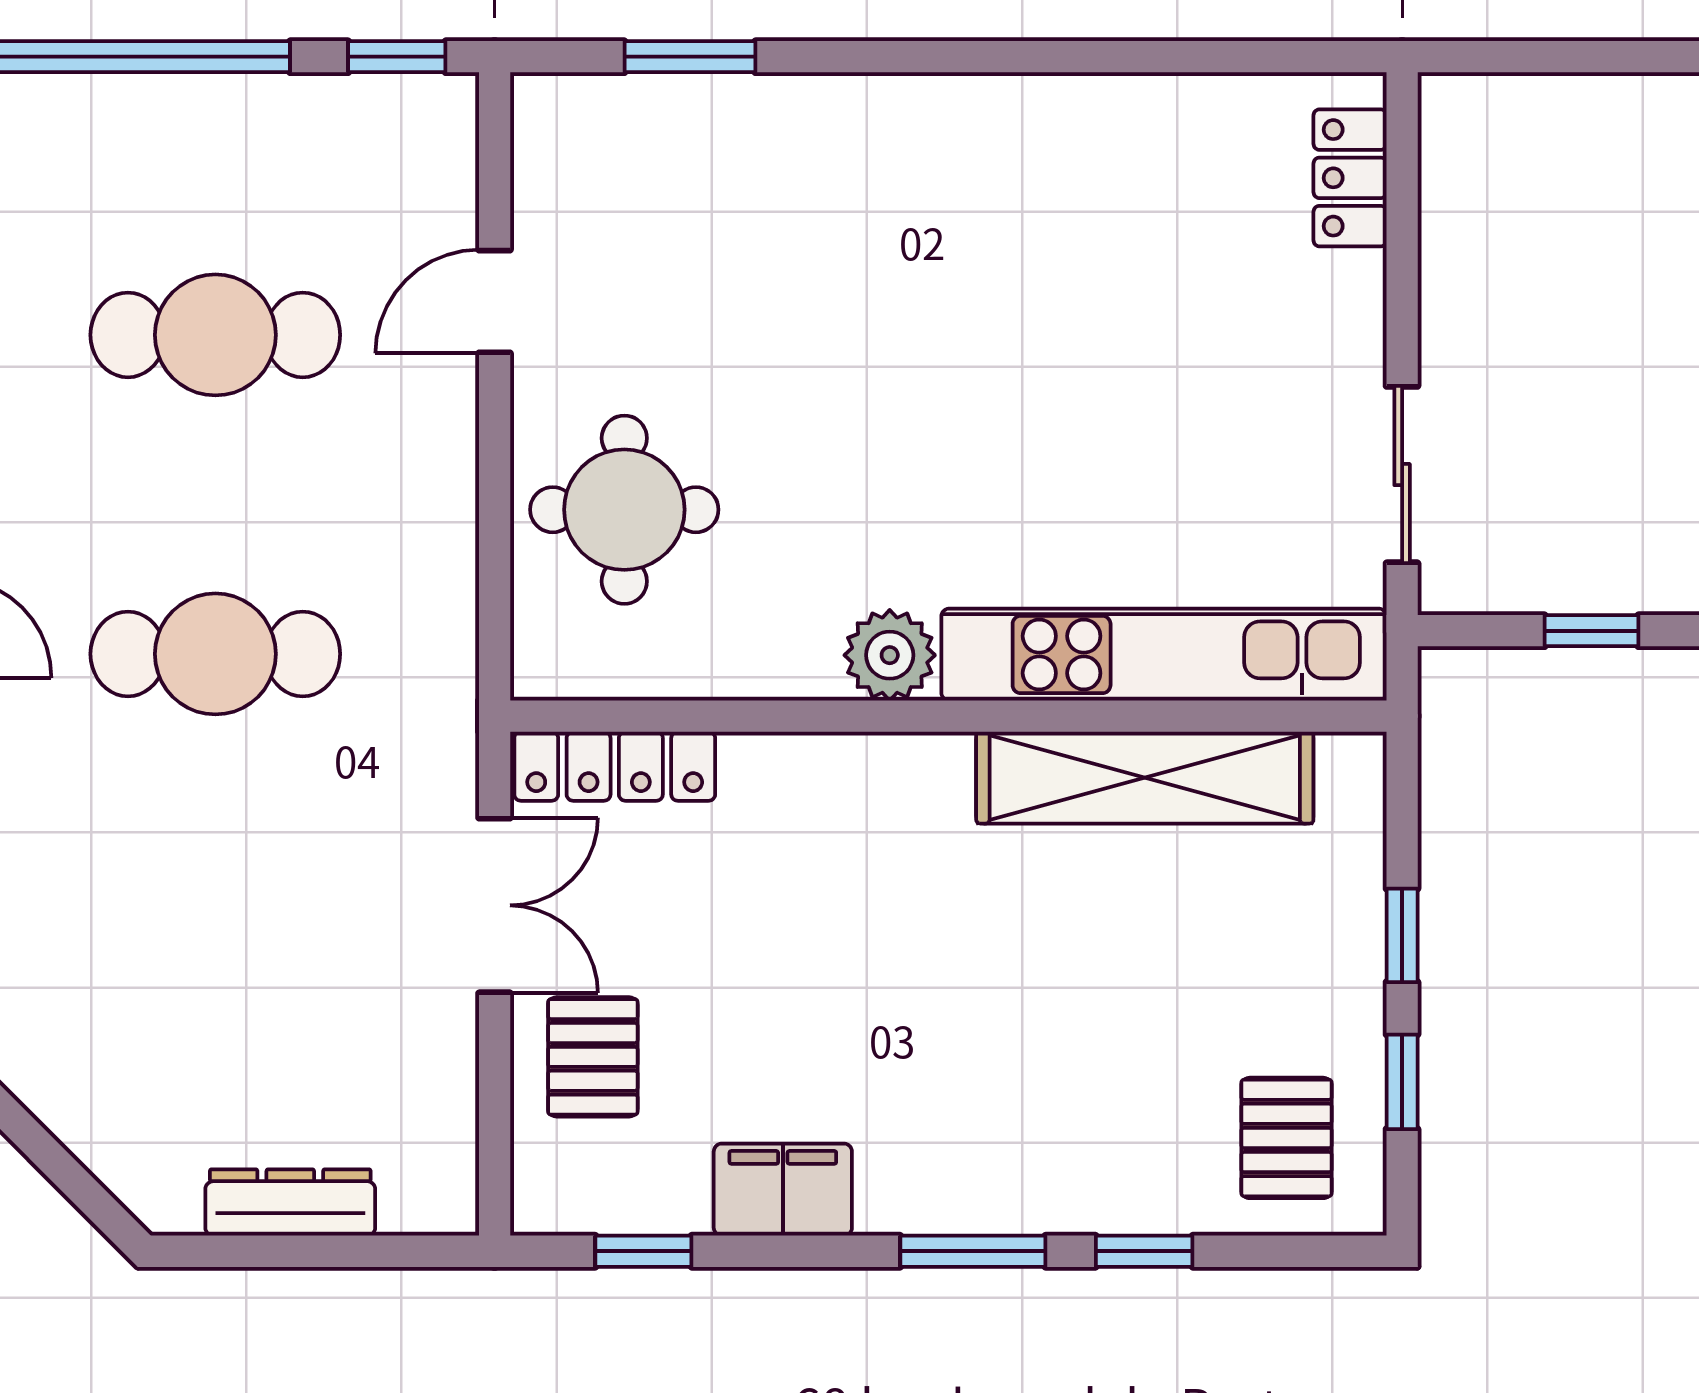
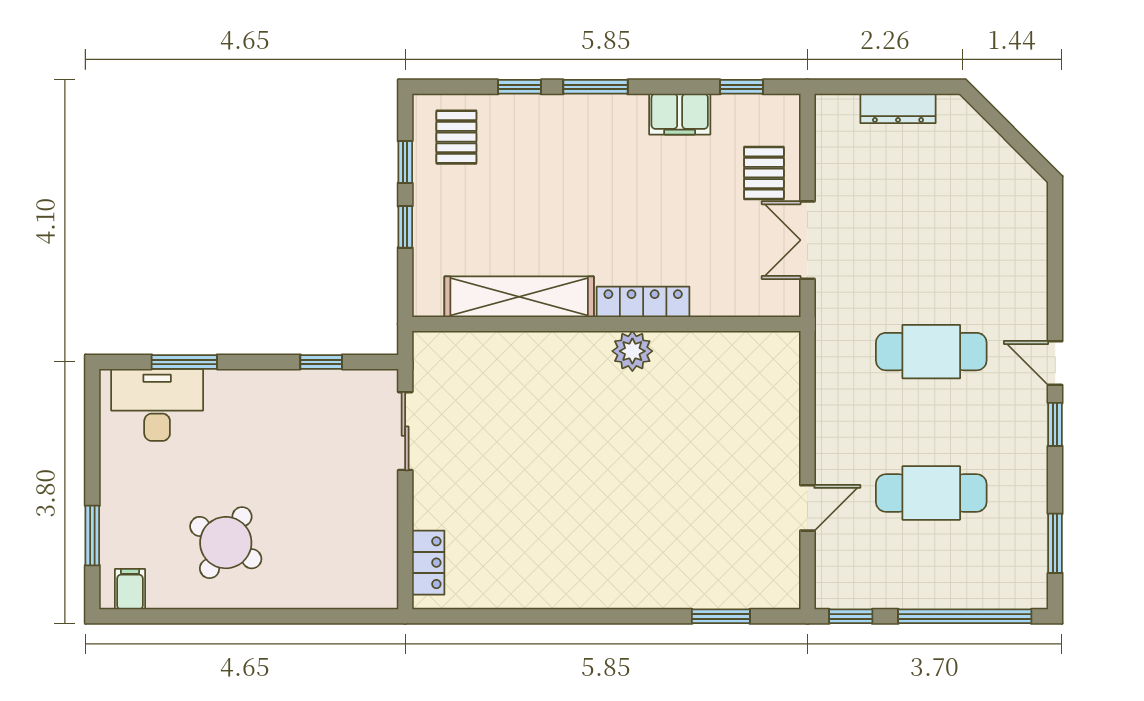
round table: (624, 510) -> (750, 416), removed
kitchen unit: (1164, 655) -> (511, 351), removed
locker: (615, 766) -> (643, 302), moved

